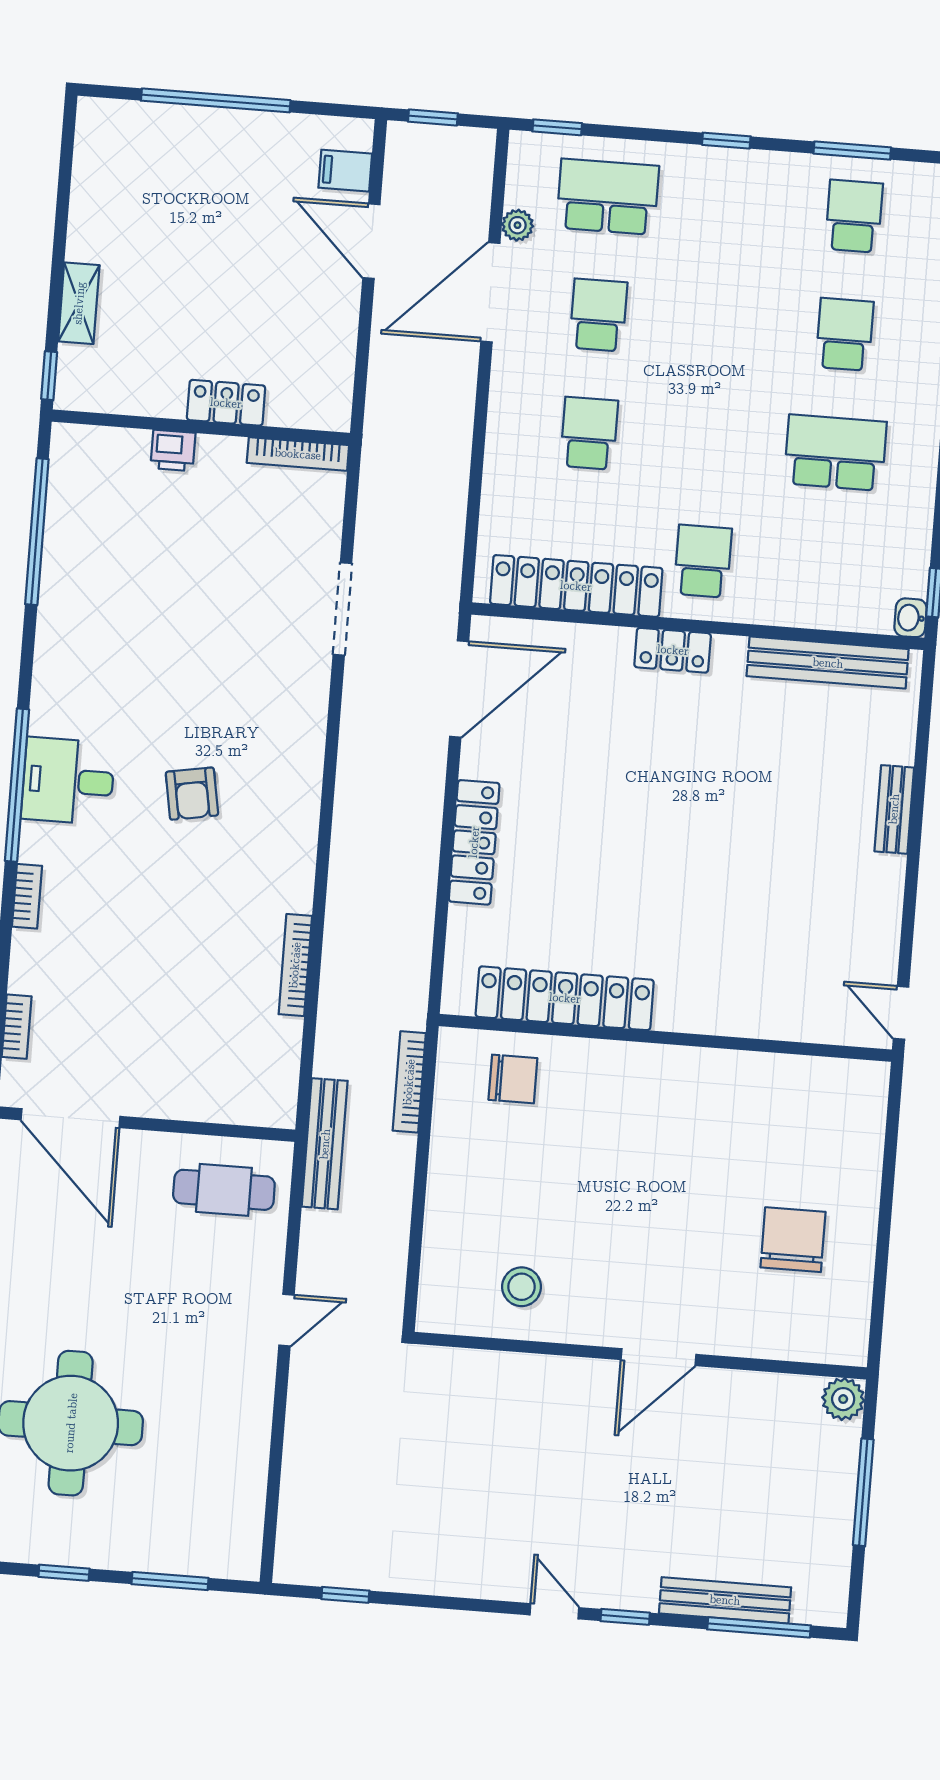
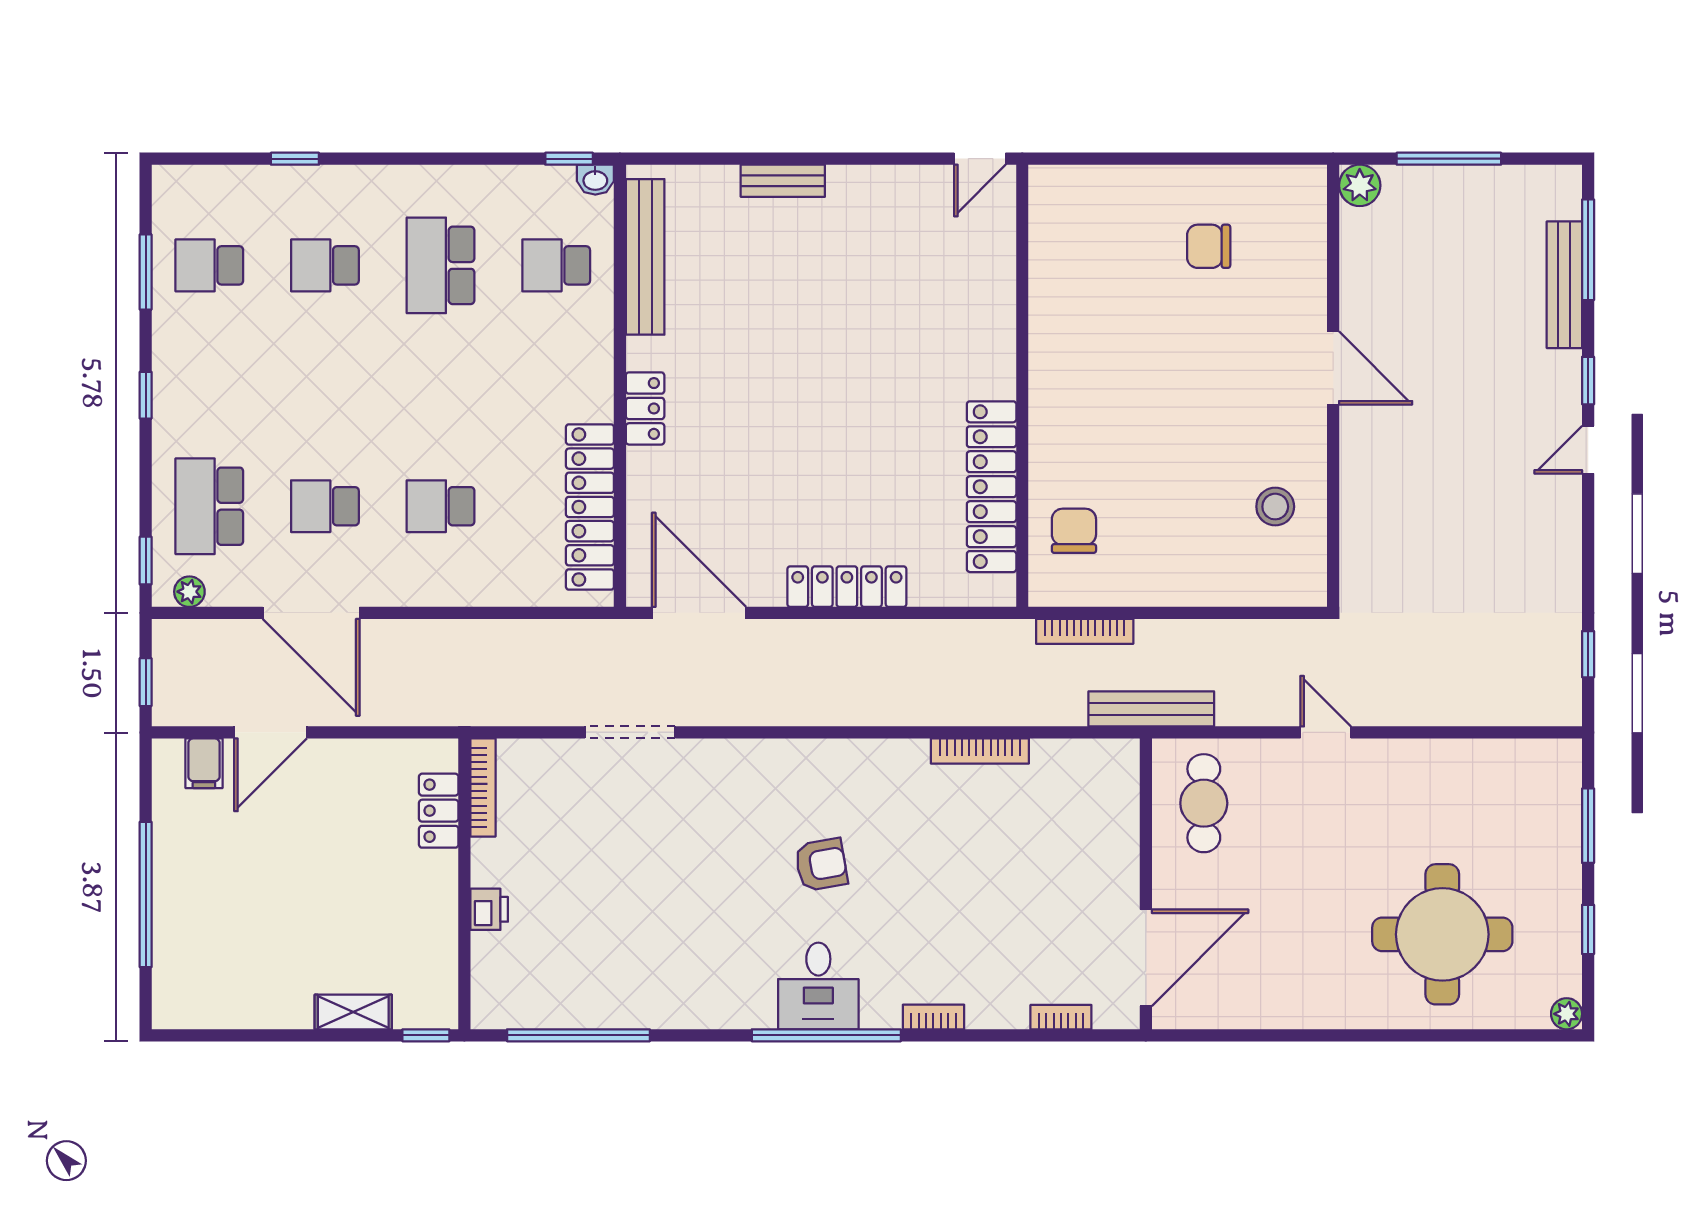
plant: (517, 225) -> (189, 592), moved
locker: (226, 403) -> (439, 811), moved
school desk: (703, 561) -> (556, 265), moved
chair: (793, 1240) -> (1209, 246), width x0.73, depth x0.73

